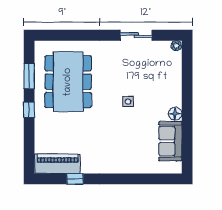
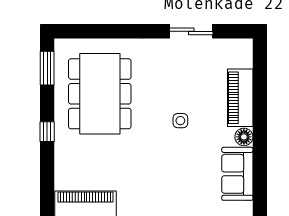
plant: (176, 46) -> (245, 45), removed
window: (29, 76) -> (47, 68), moved
piano: (172, 85) -> (240, 98), added

